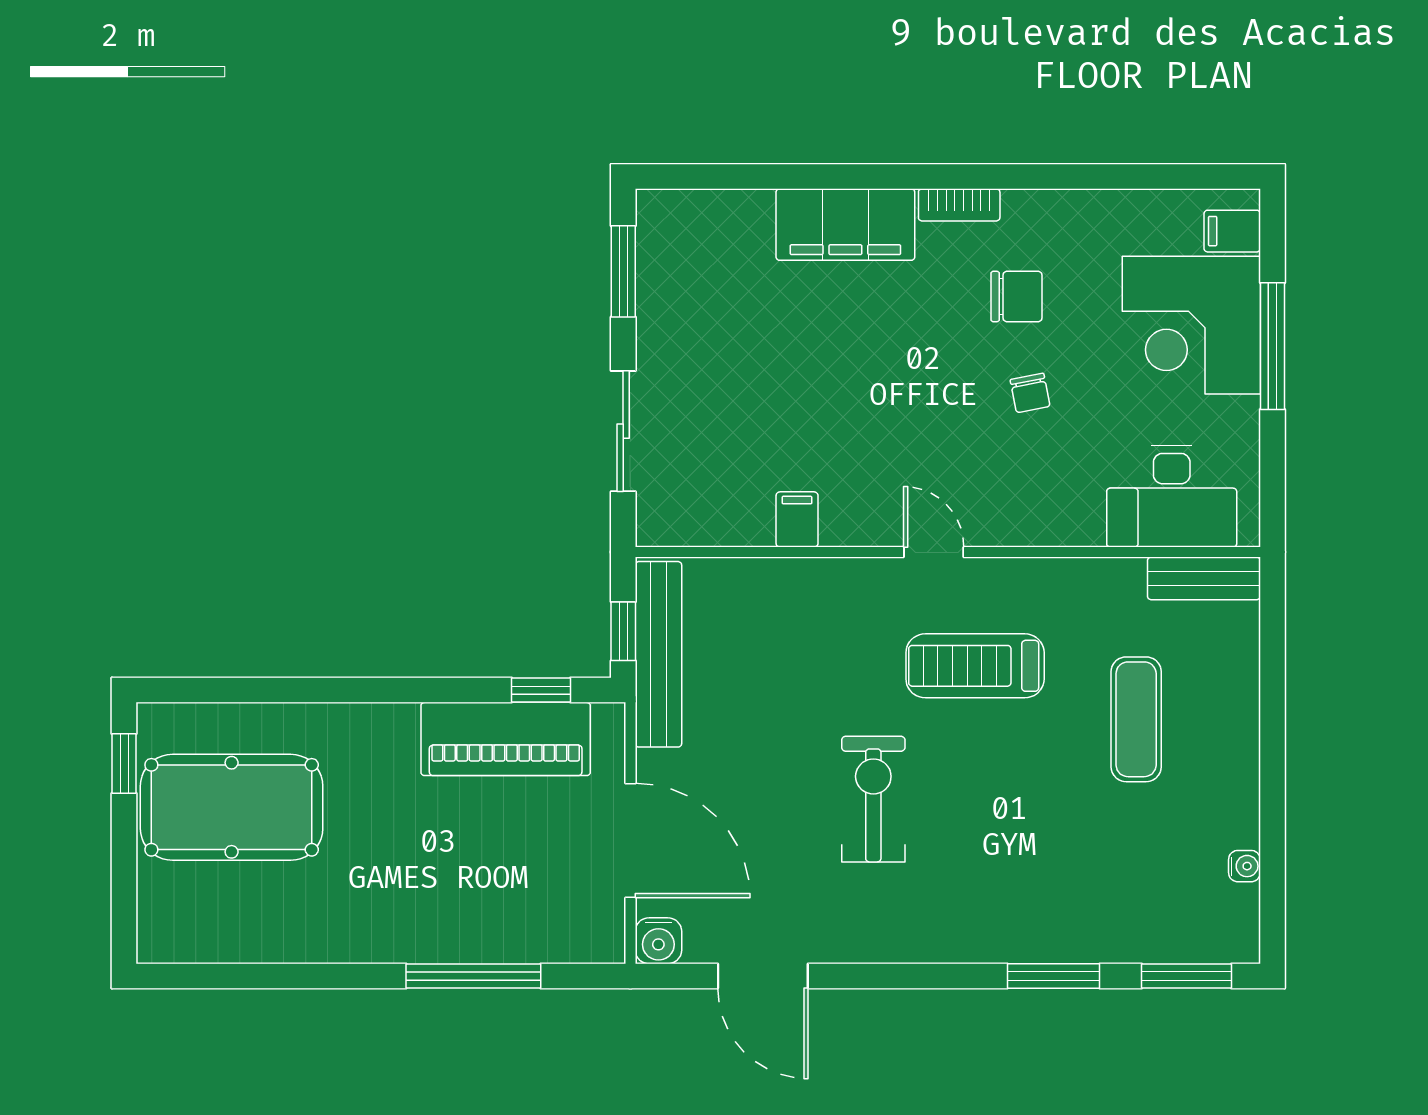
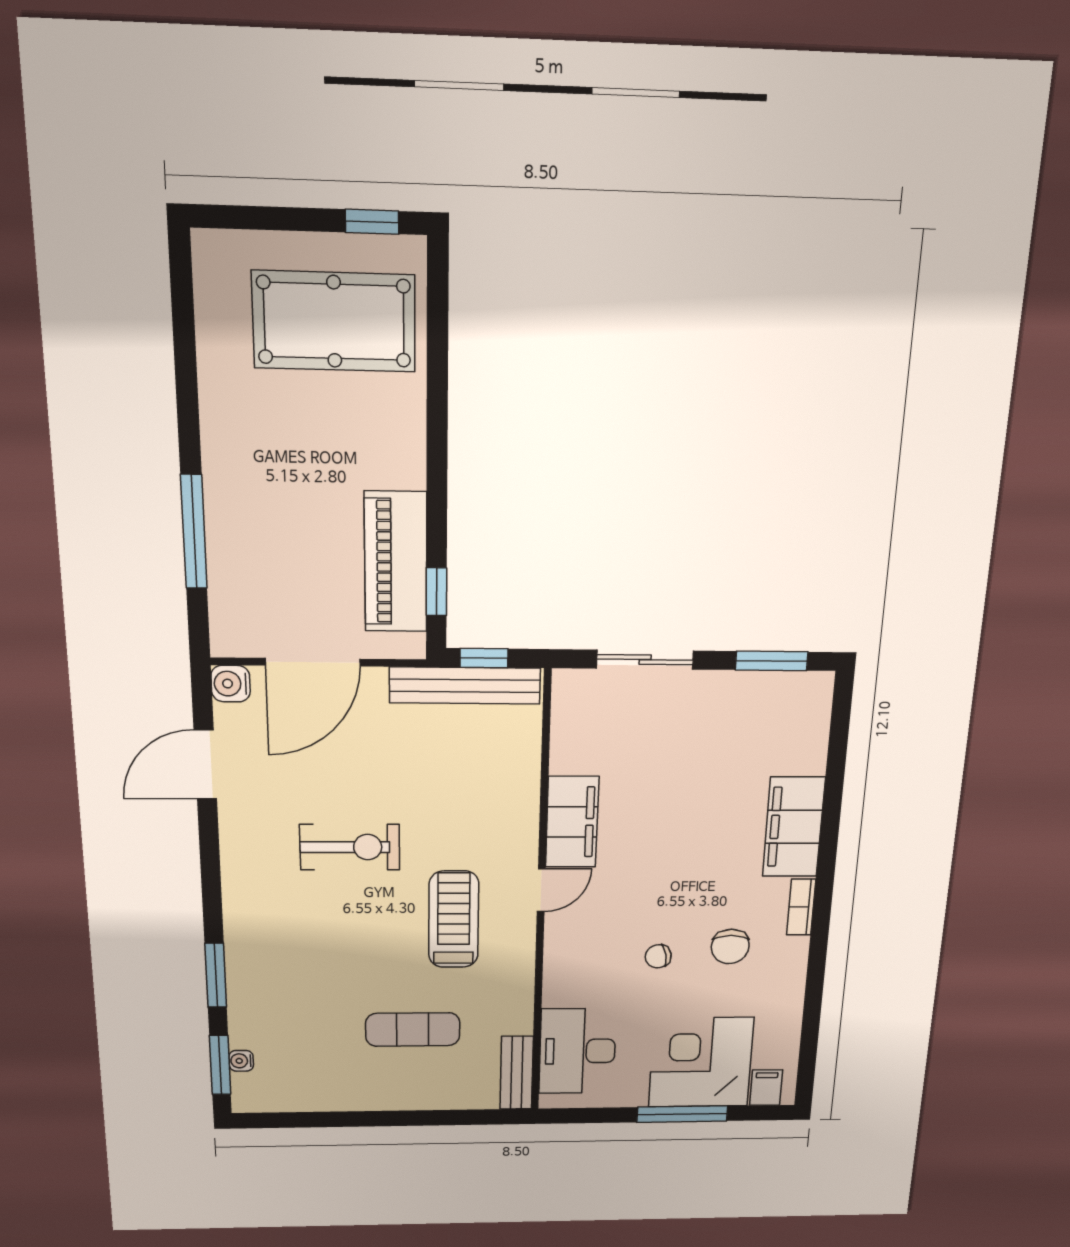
filing cabinet: (797, 519) -> (572, 822), width x3.00, depth x1.17
pool table: (232, 807) -> (334, 322), turned 90
water cooler: (1244, 866) -> (241, 1061), moved, turned 90

